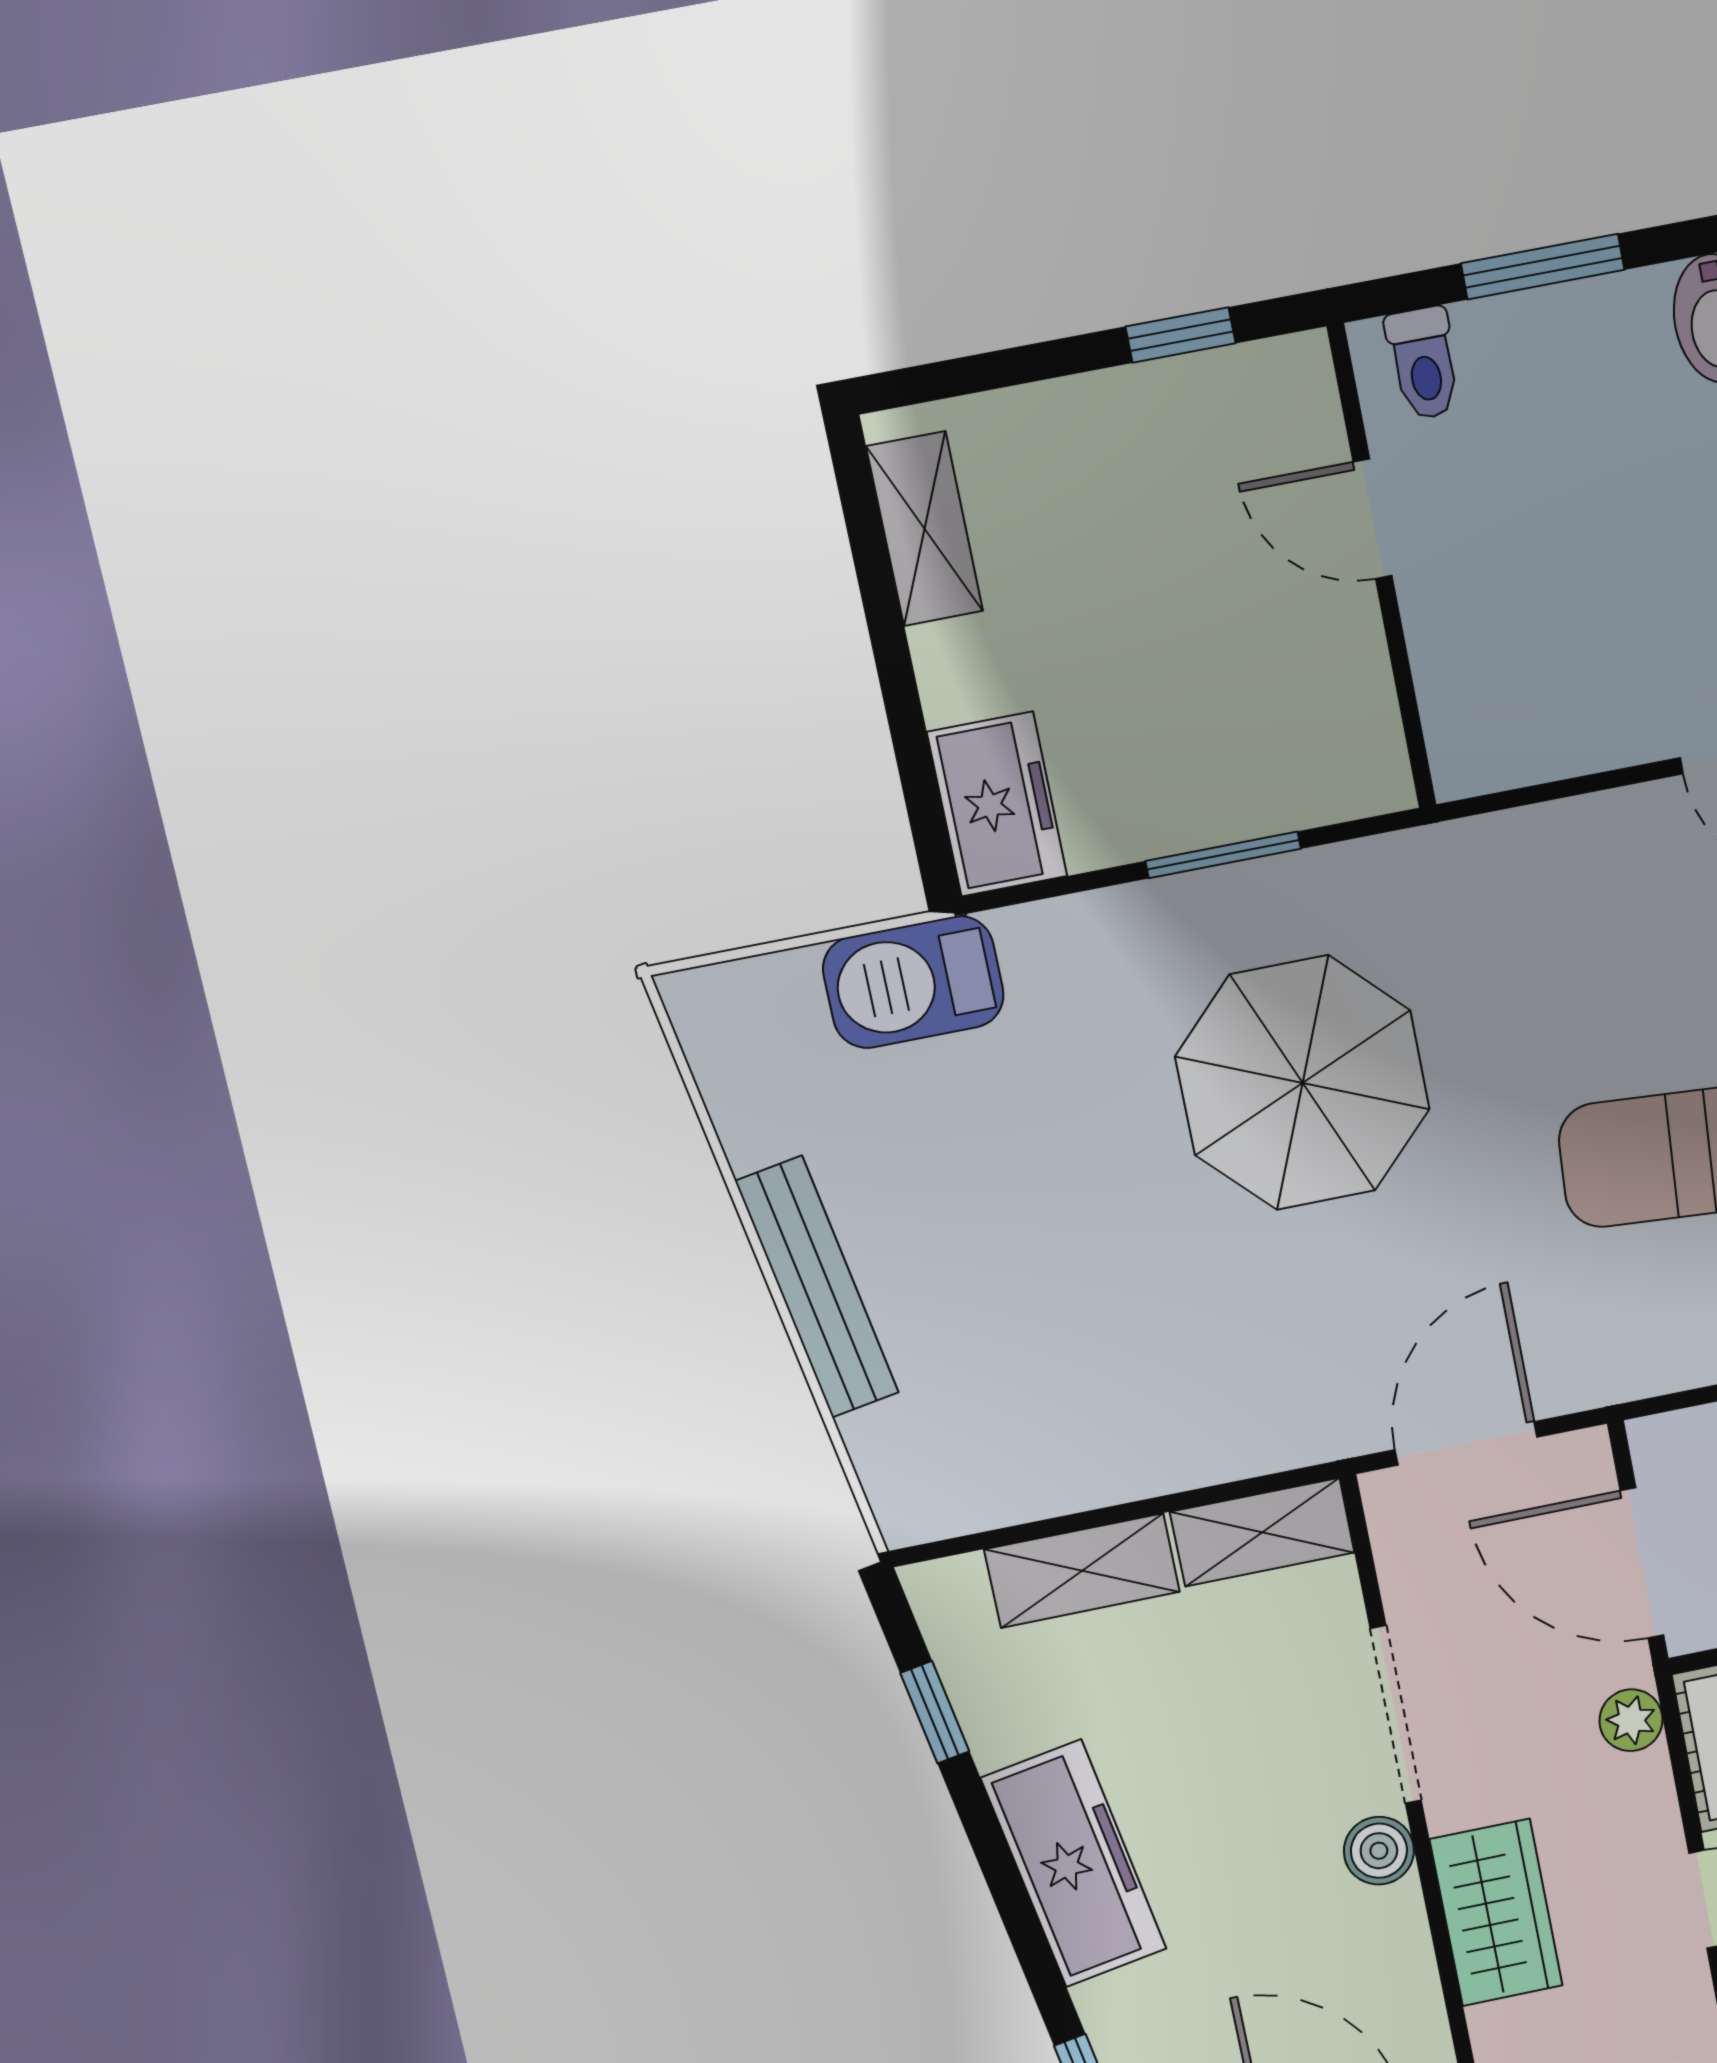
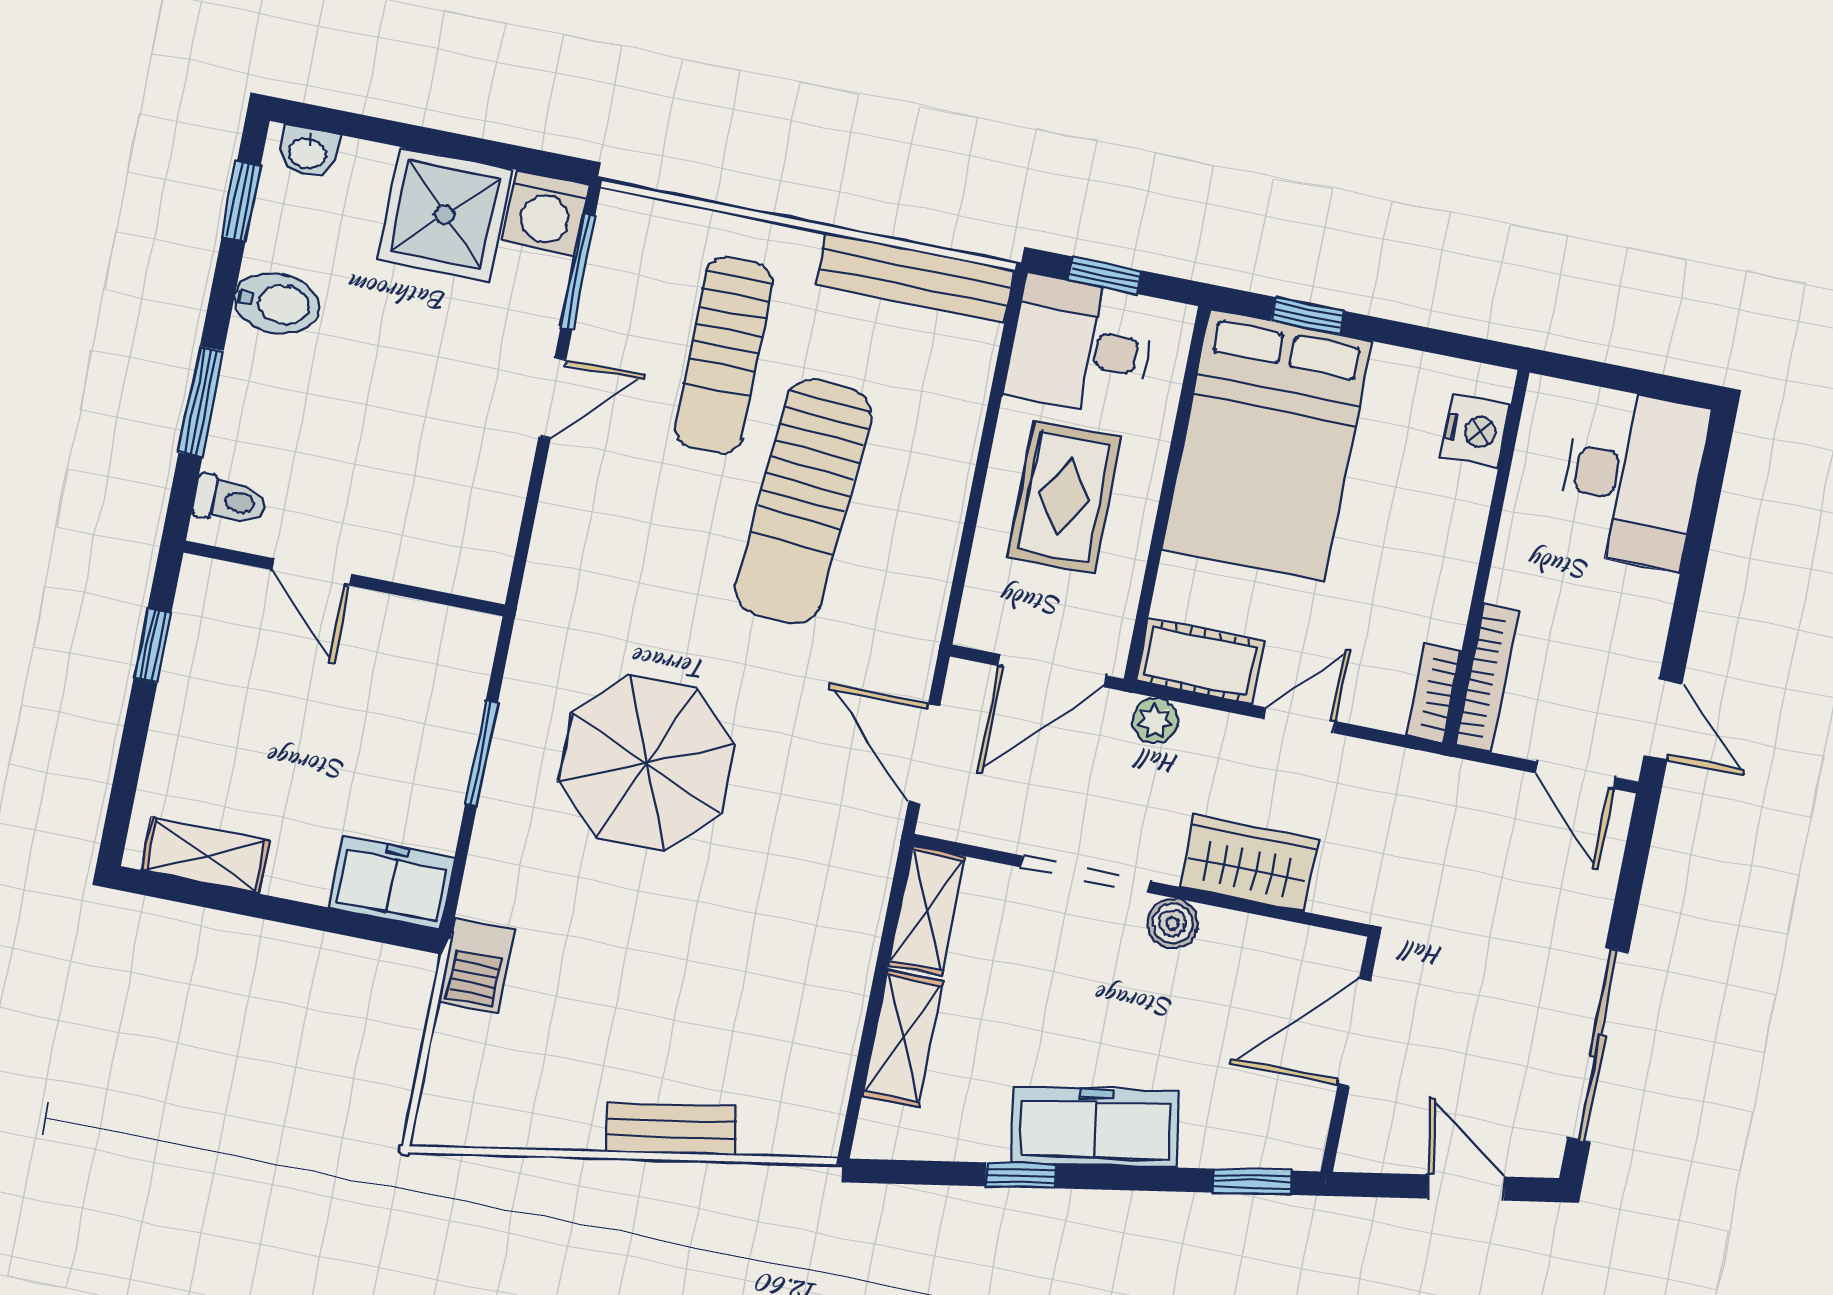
door: (1373, 519) -> (312, 572), hinge flipped
barbecue: (913, 982) -> (476, 966), width x0.73, depth x0.79
bench: (817, 1287) -> (672, 1129), width x0.73
window: (935, 1712) -> (1021, 1175), moved

